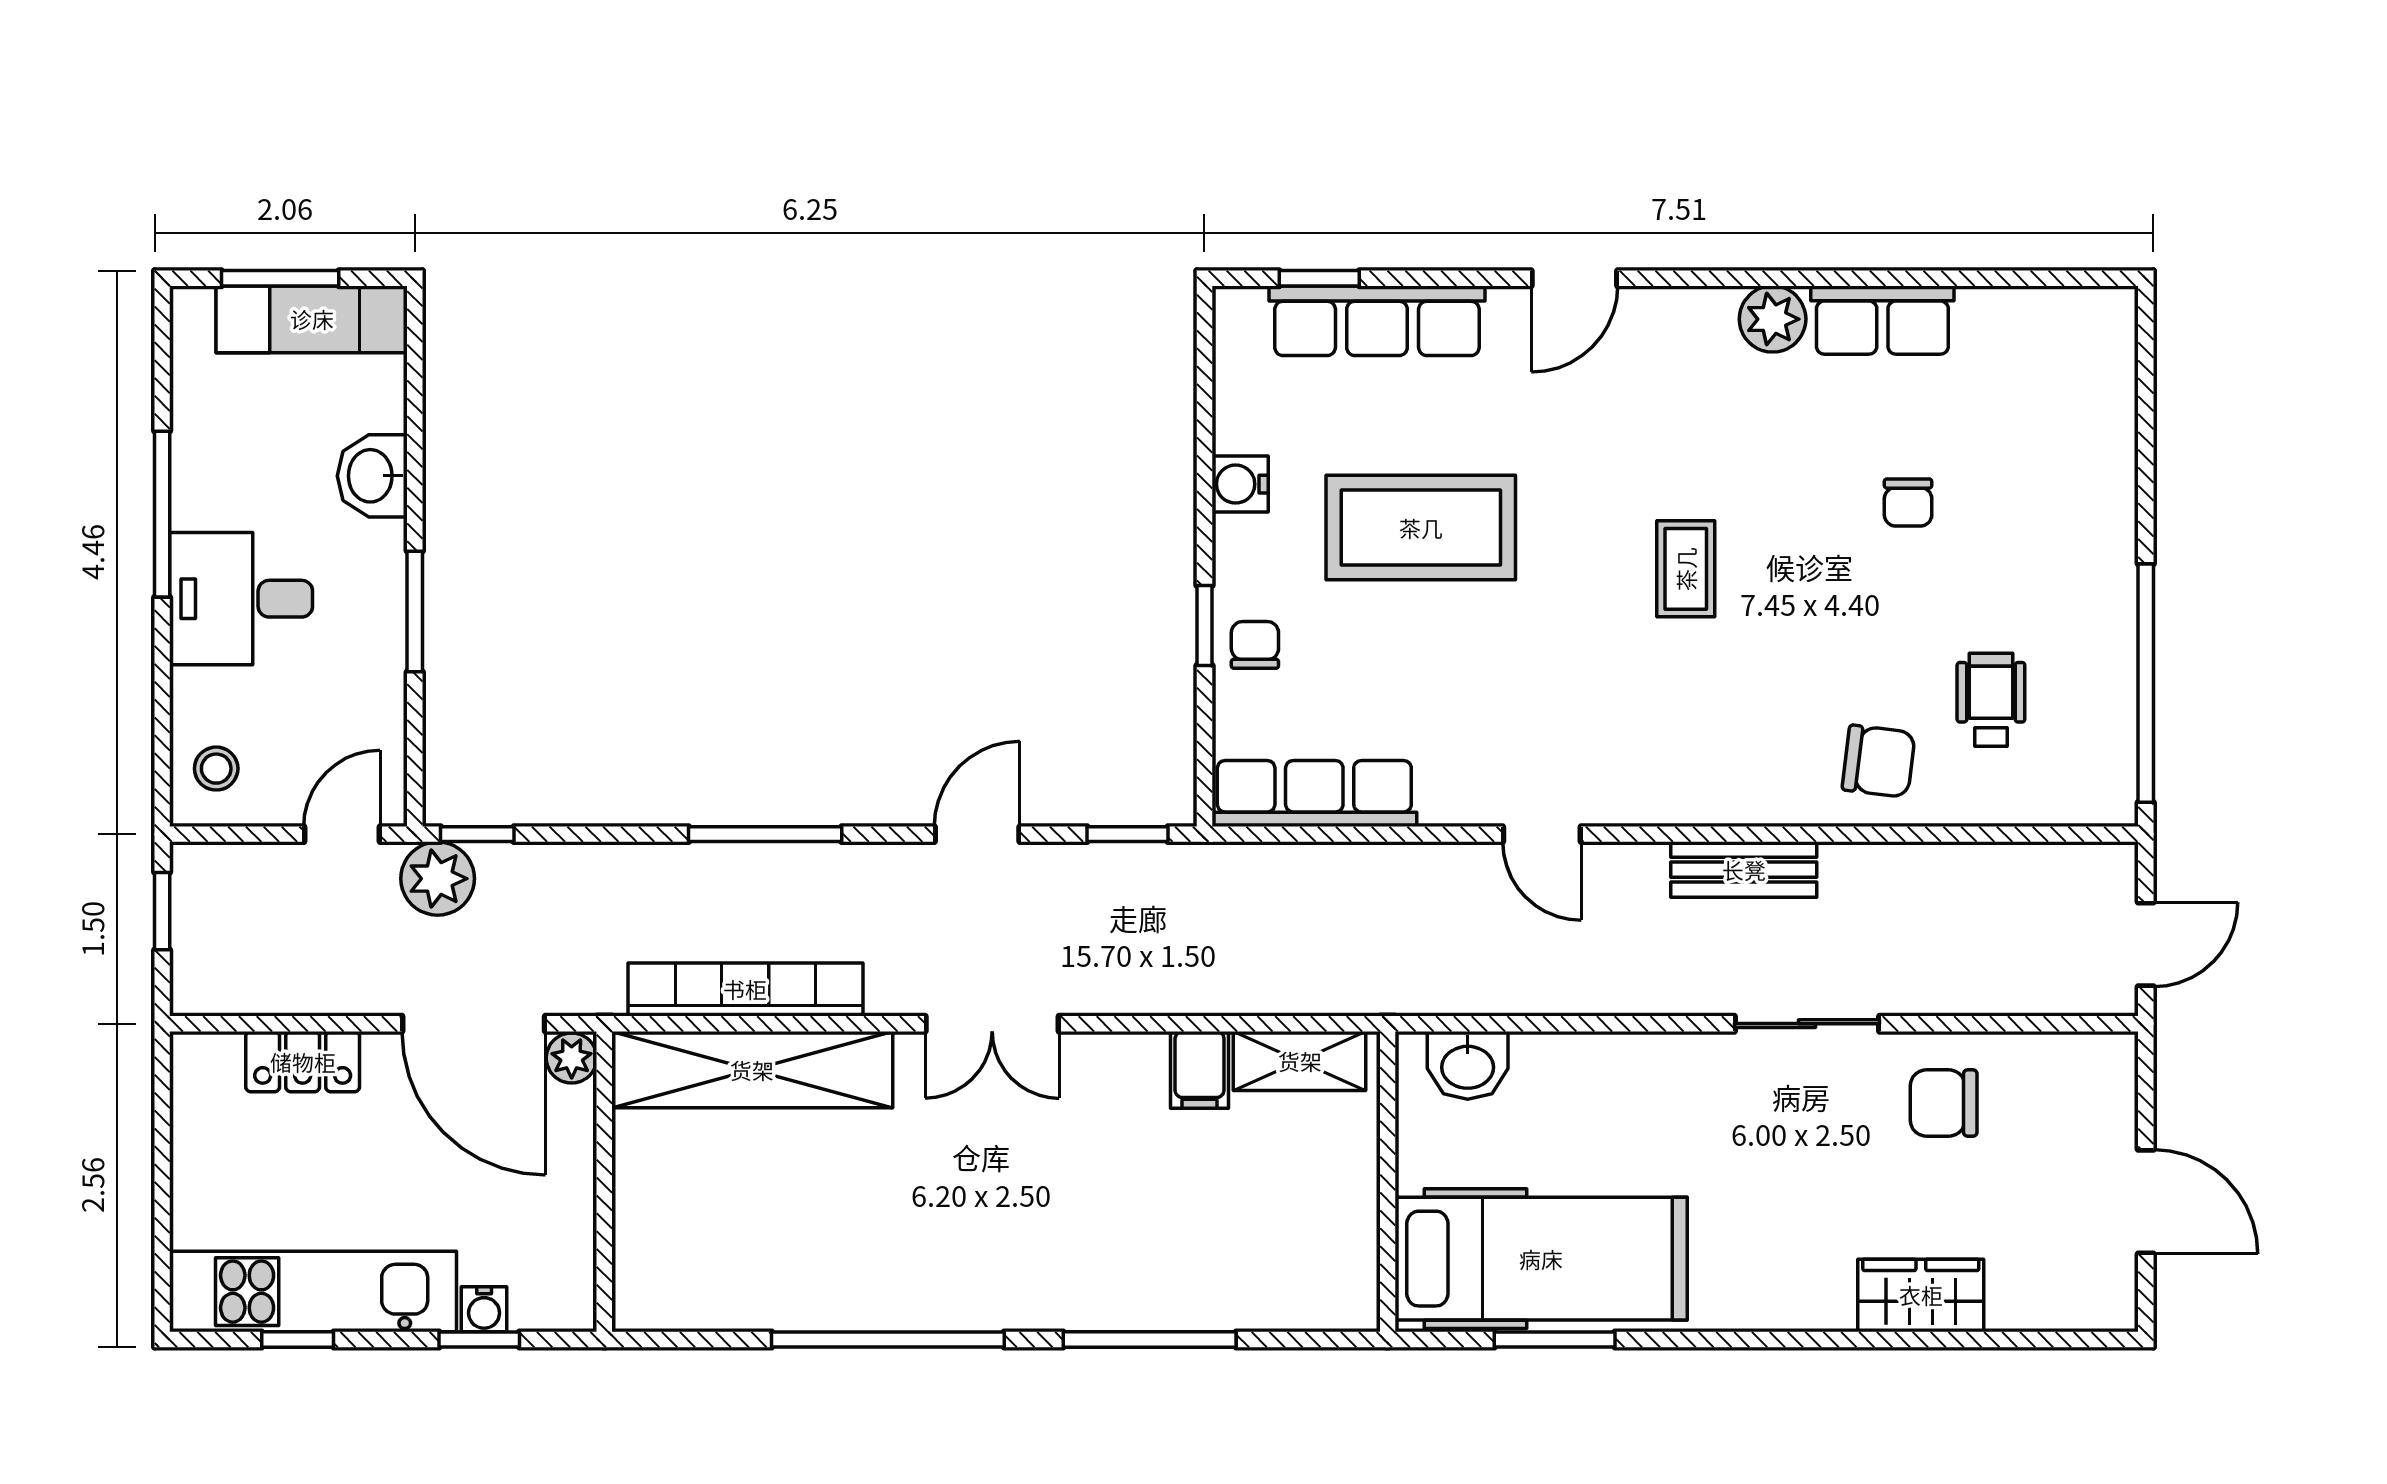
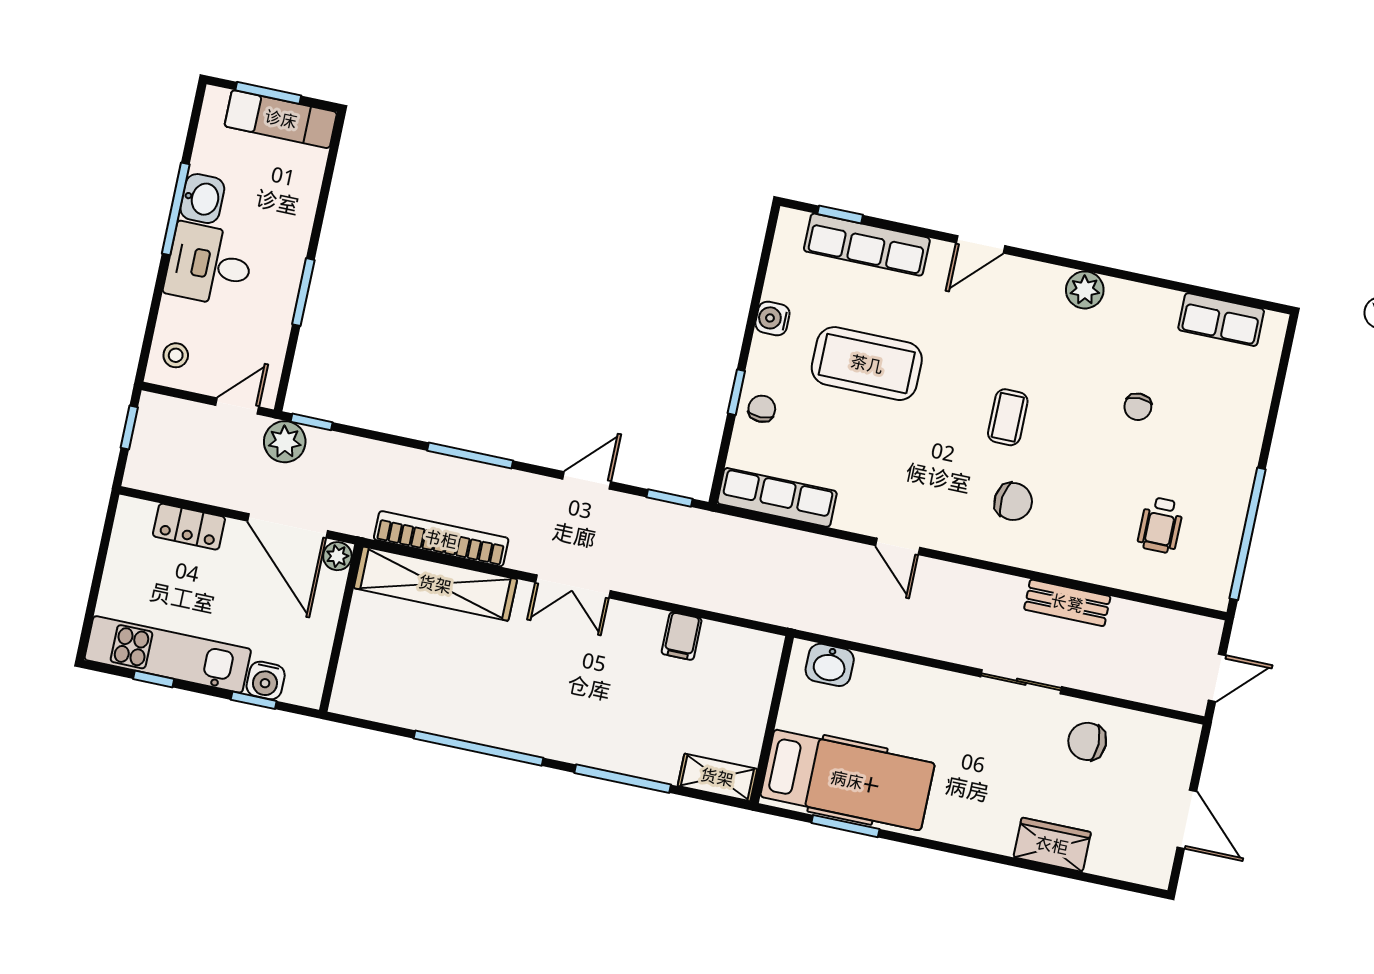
row of seats: (1882, 320) -> (1221, 320), moved
washbasin: (372, 476) -> (202, 199), moved, turned 180
wheelchair: (1991, 700) -> (1160, 525), turned 180
chair: (1879, 761) -> (1013, 502), moved
bench: (1744, 870) -> (1067, 603), moved
shelving: (1300, 1061) -> (717, 777), moved
water cooler: (484, 1309) -> (266, 680), width x1.38, depth x1.38

